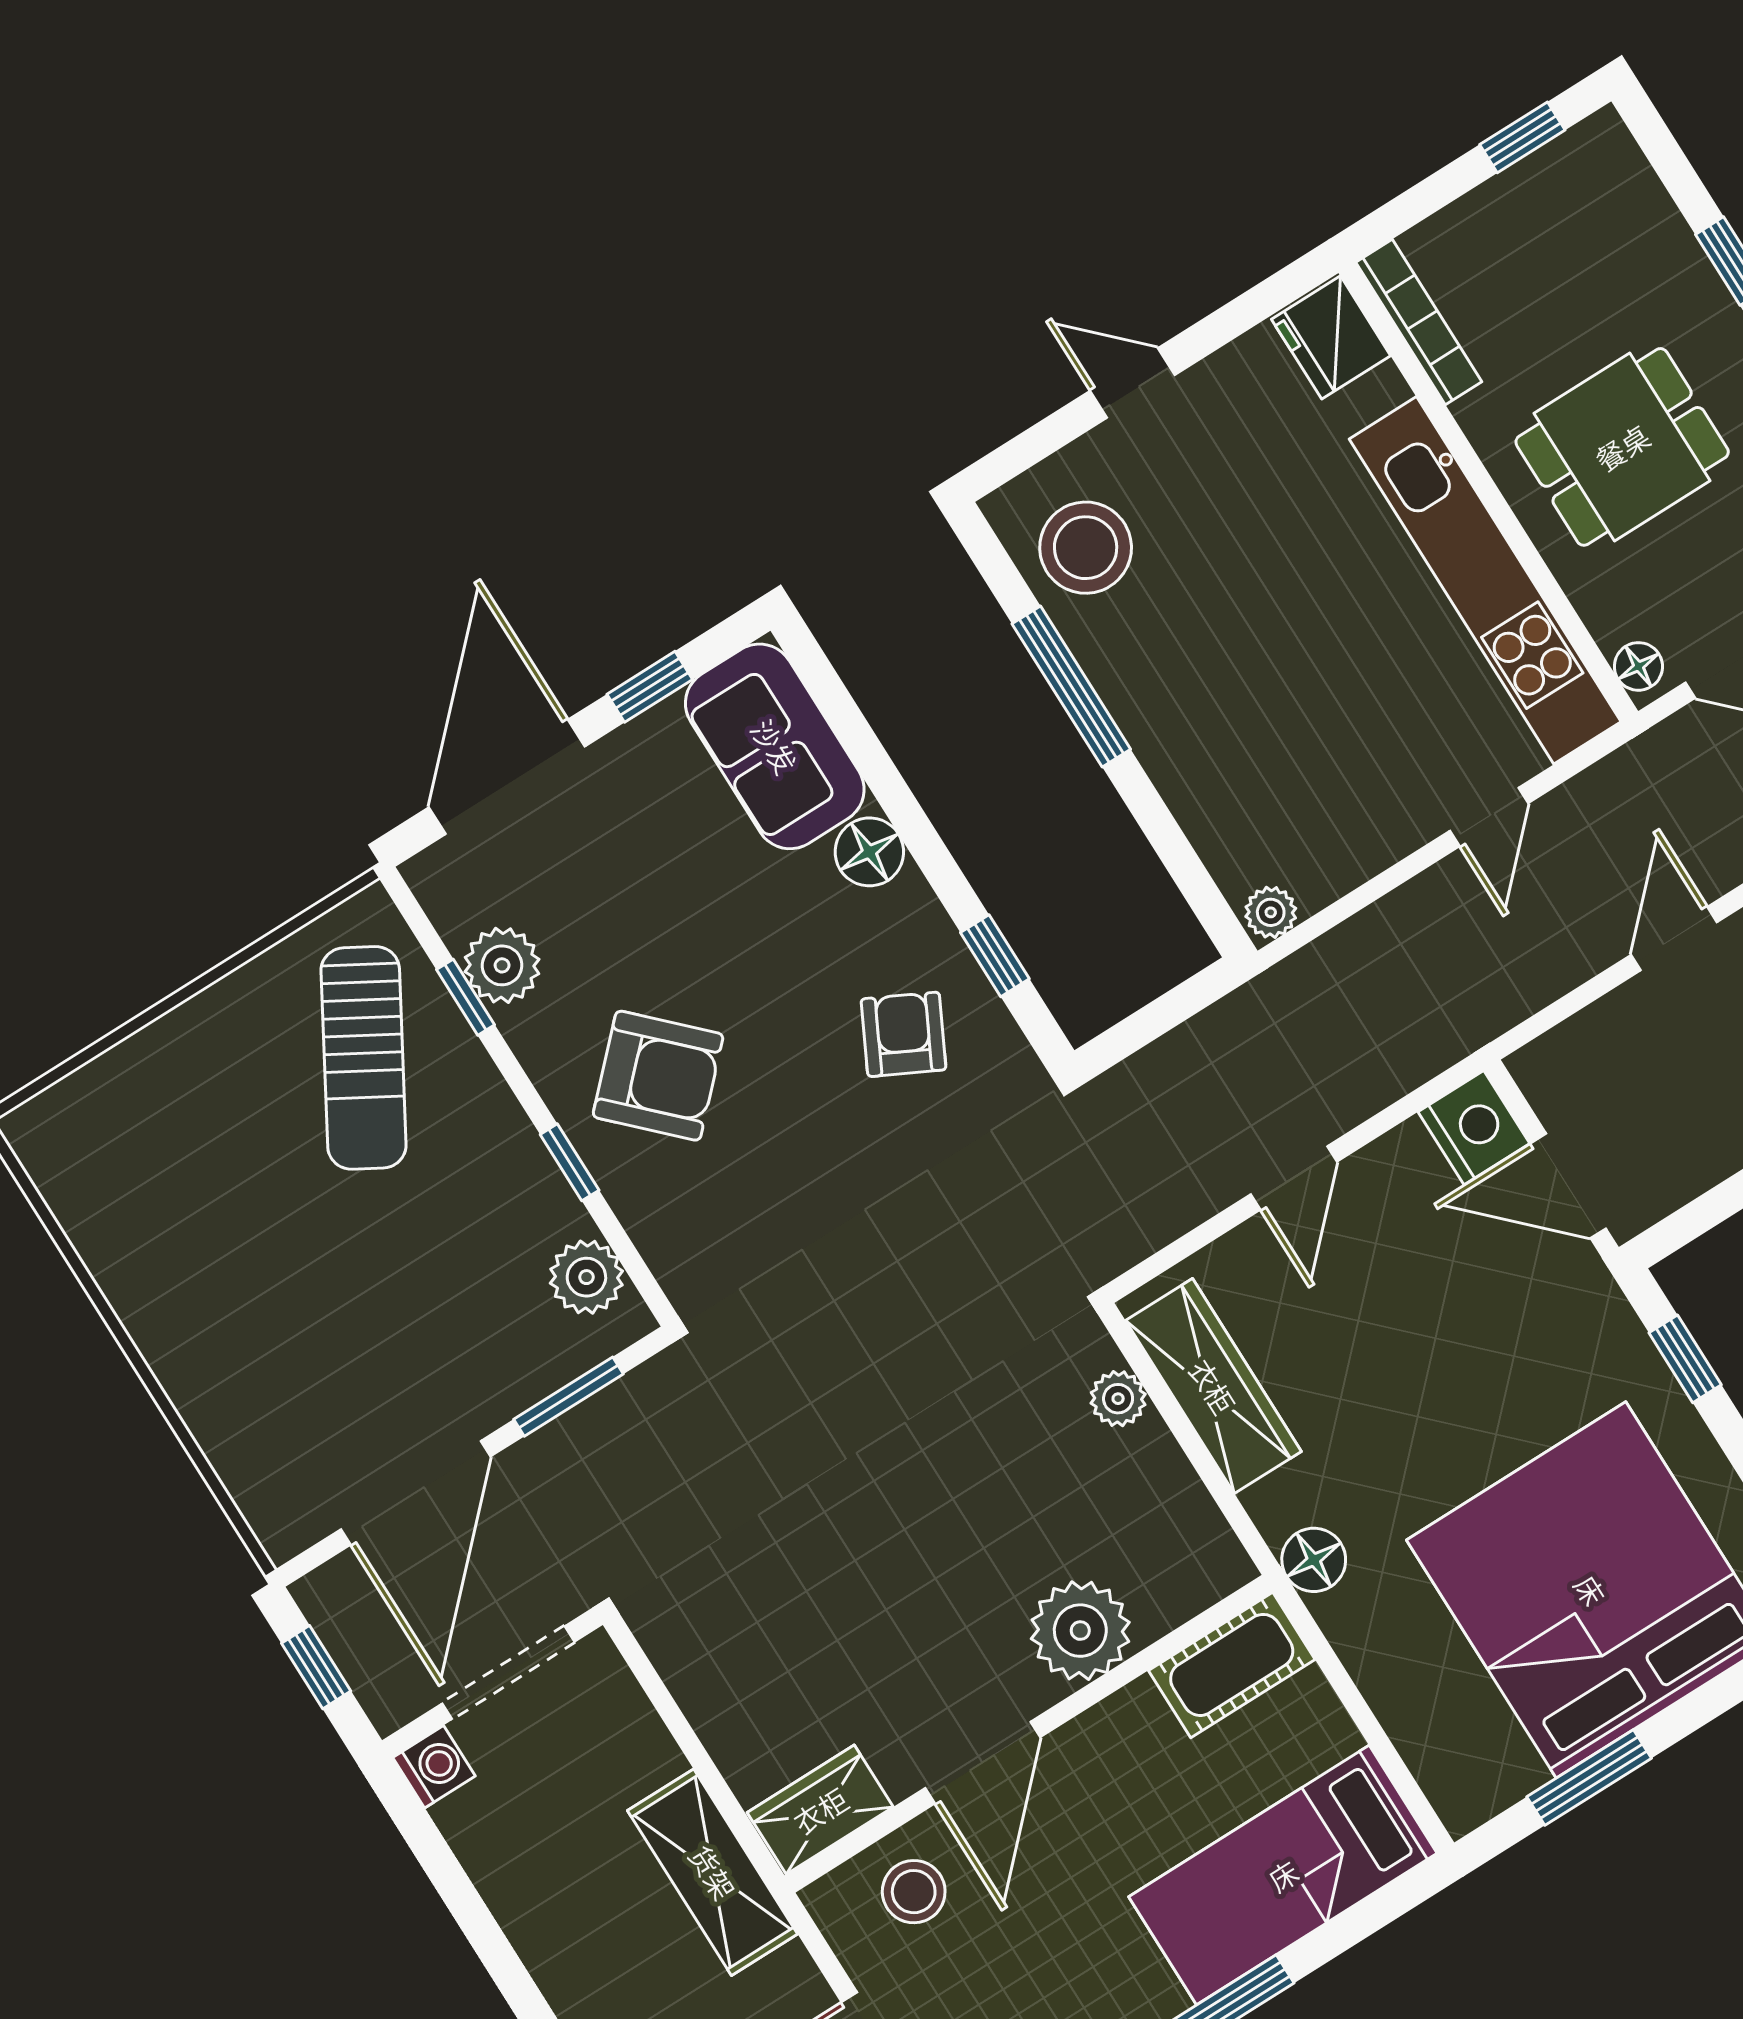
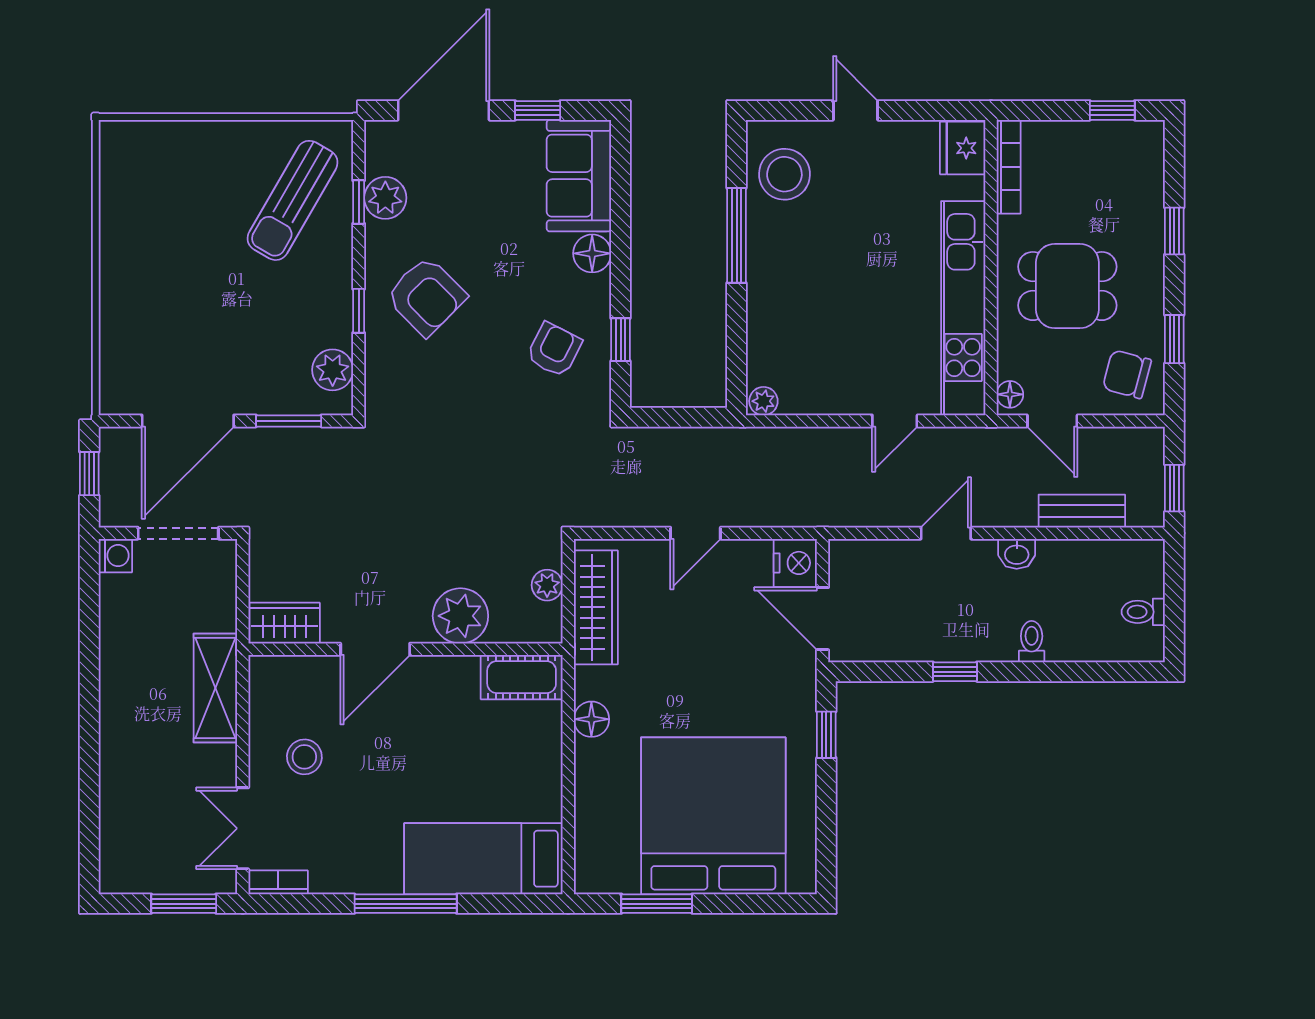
plant: (1080, 1631) -> (460, 616), moved
cot: (1232, 1665) -> (522, 677), moved
wall: (1029, 1734) -> (405, 649), moved
door: (983, 1763) -> (375, 649), moved
wardrobe: (820, 1810) -> (285, 623), moved

